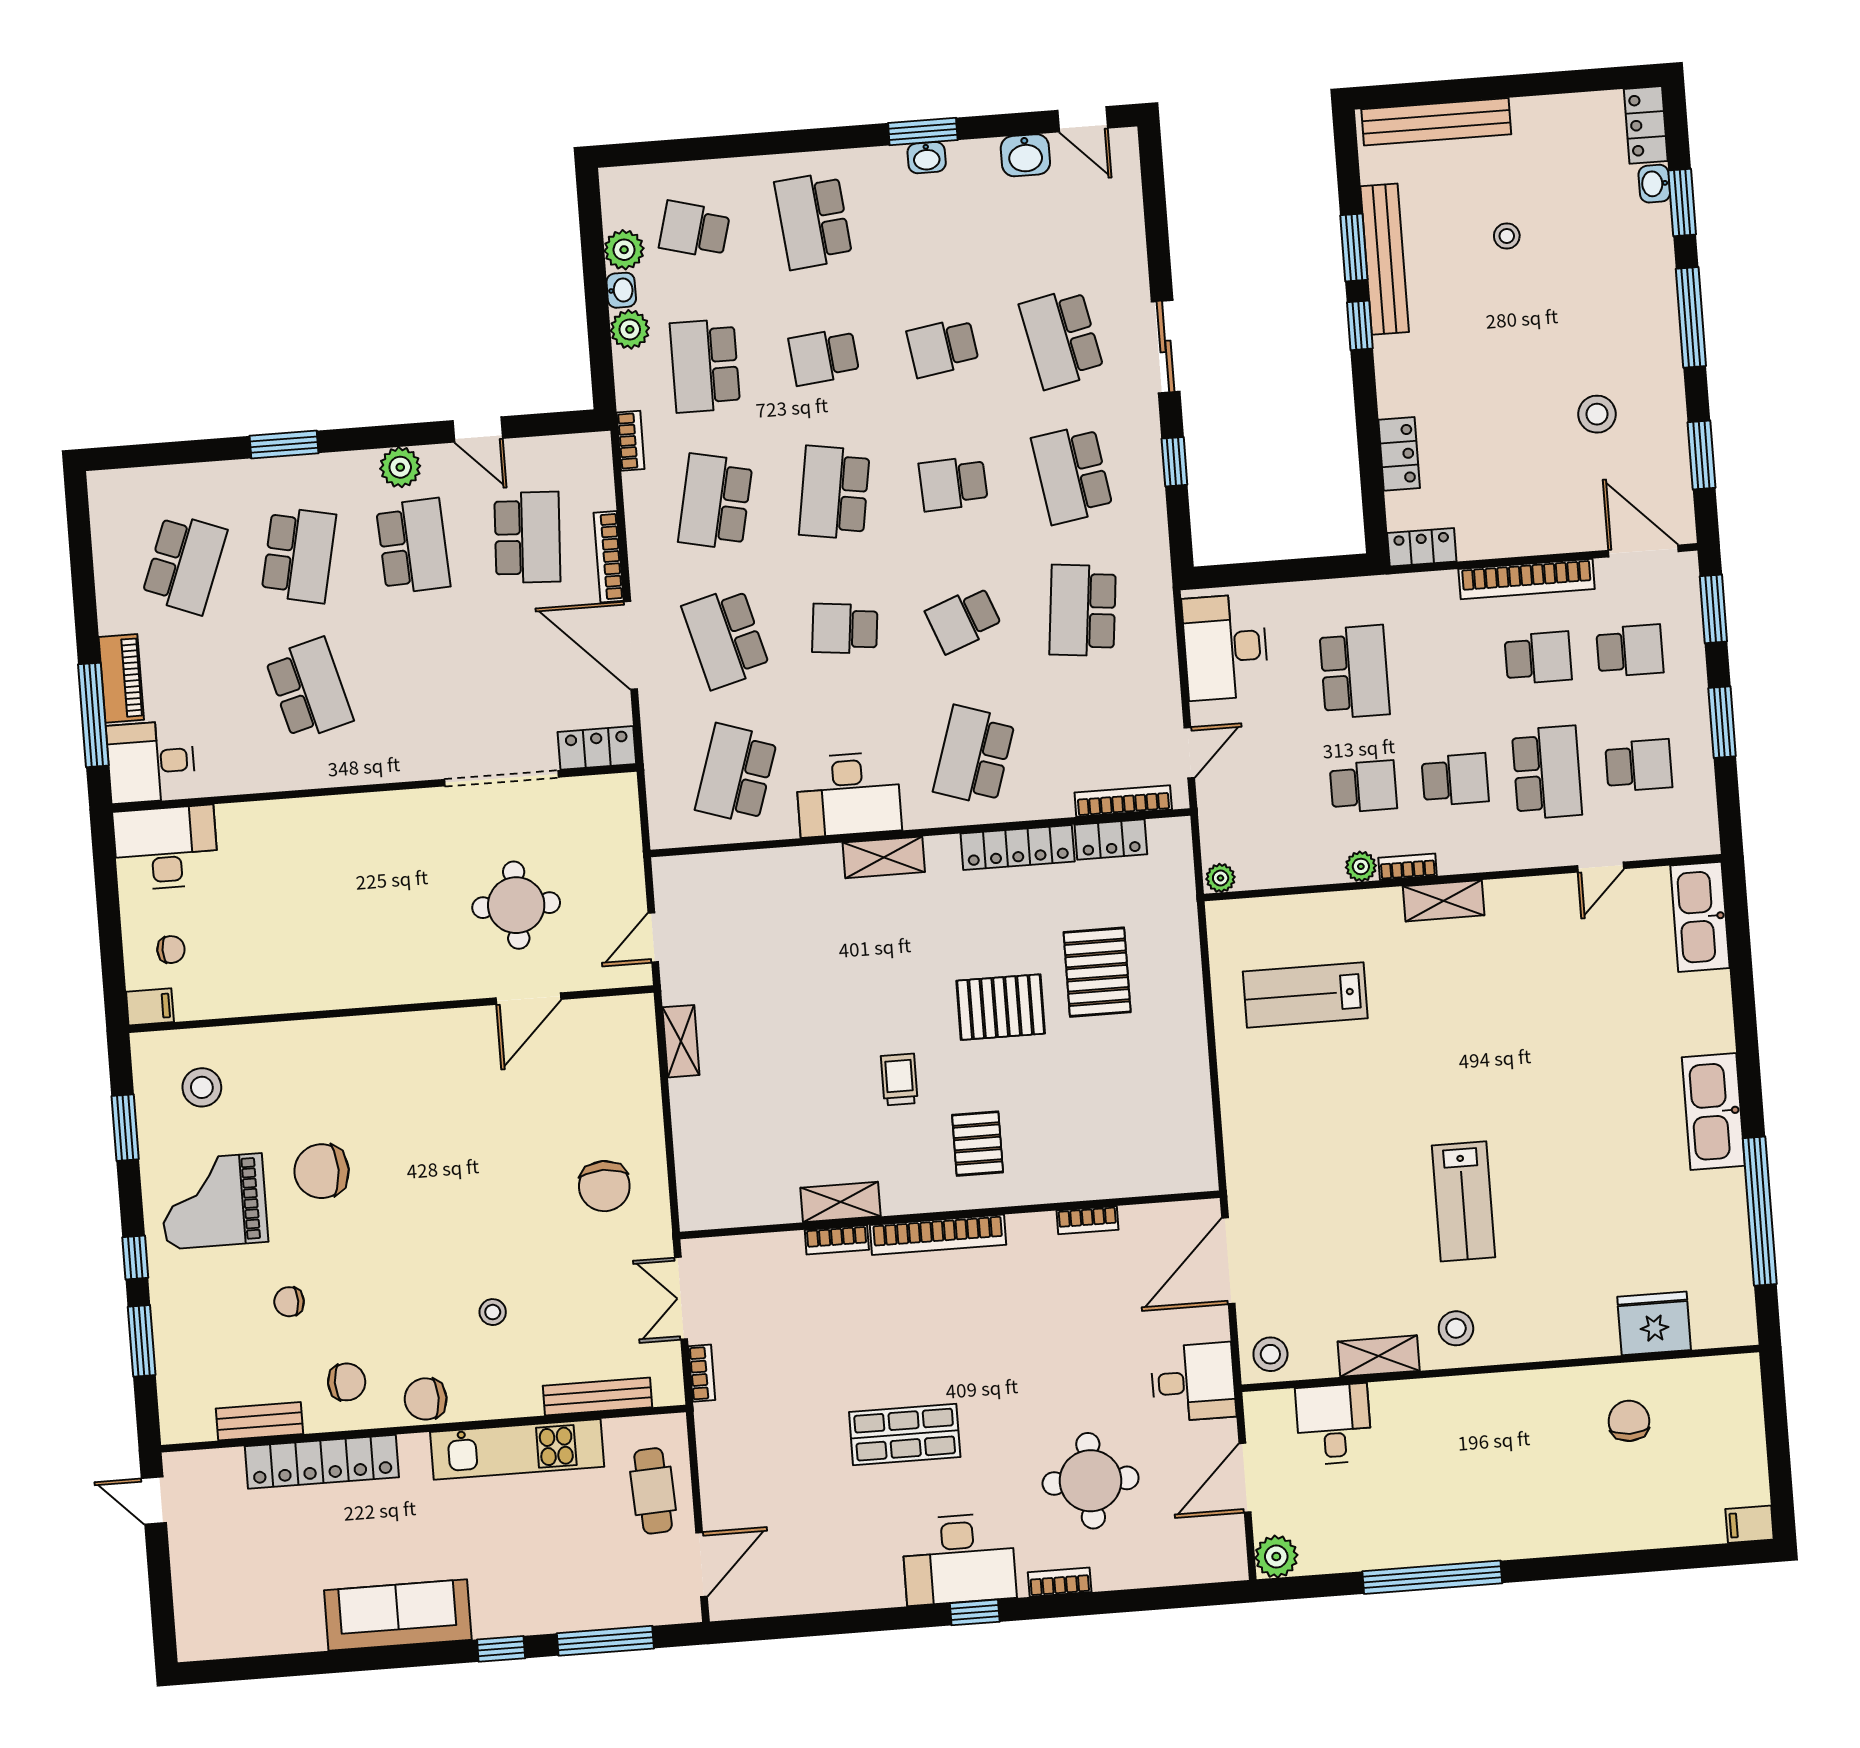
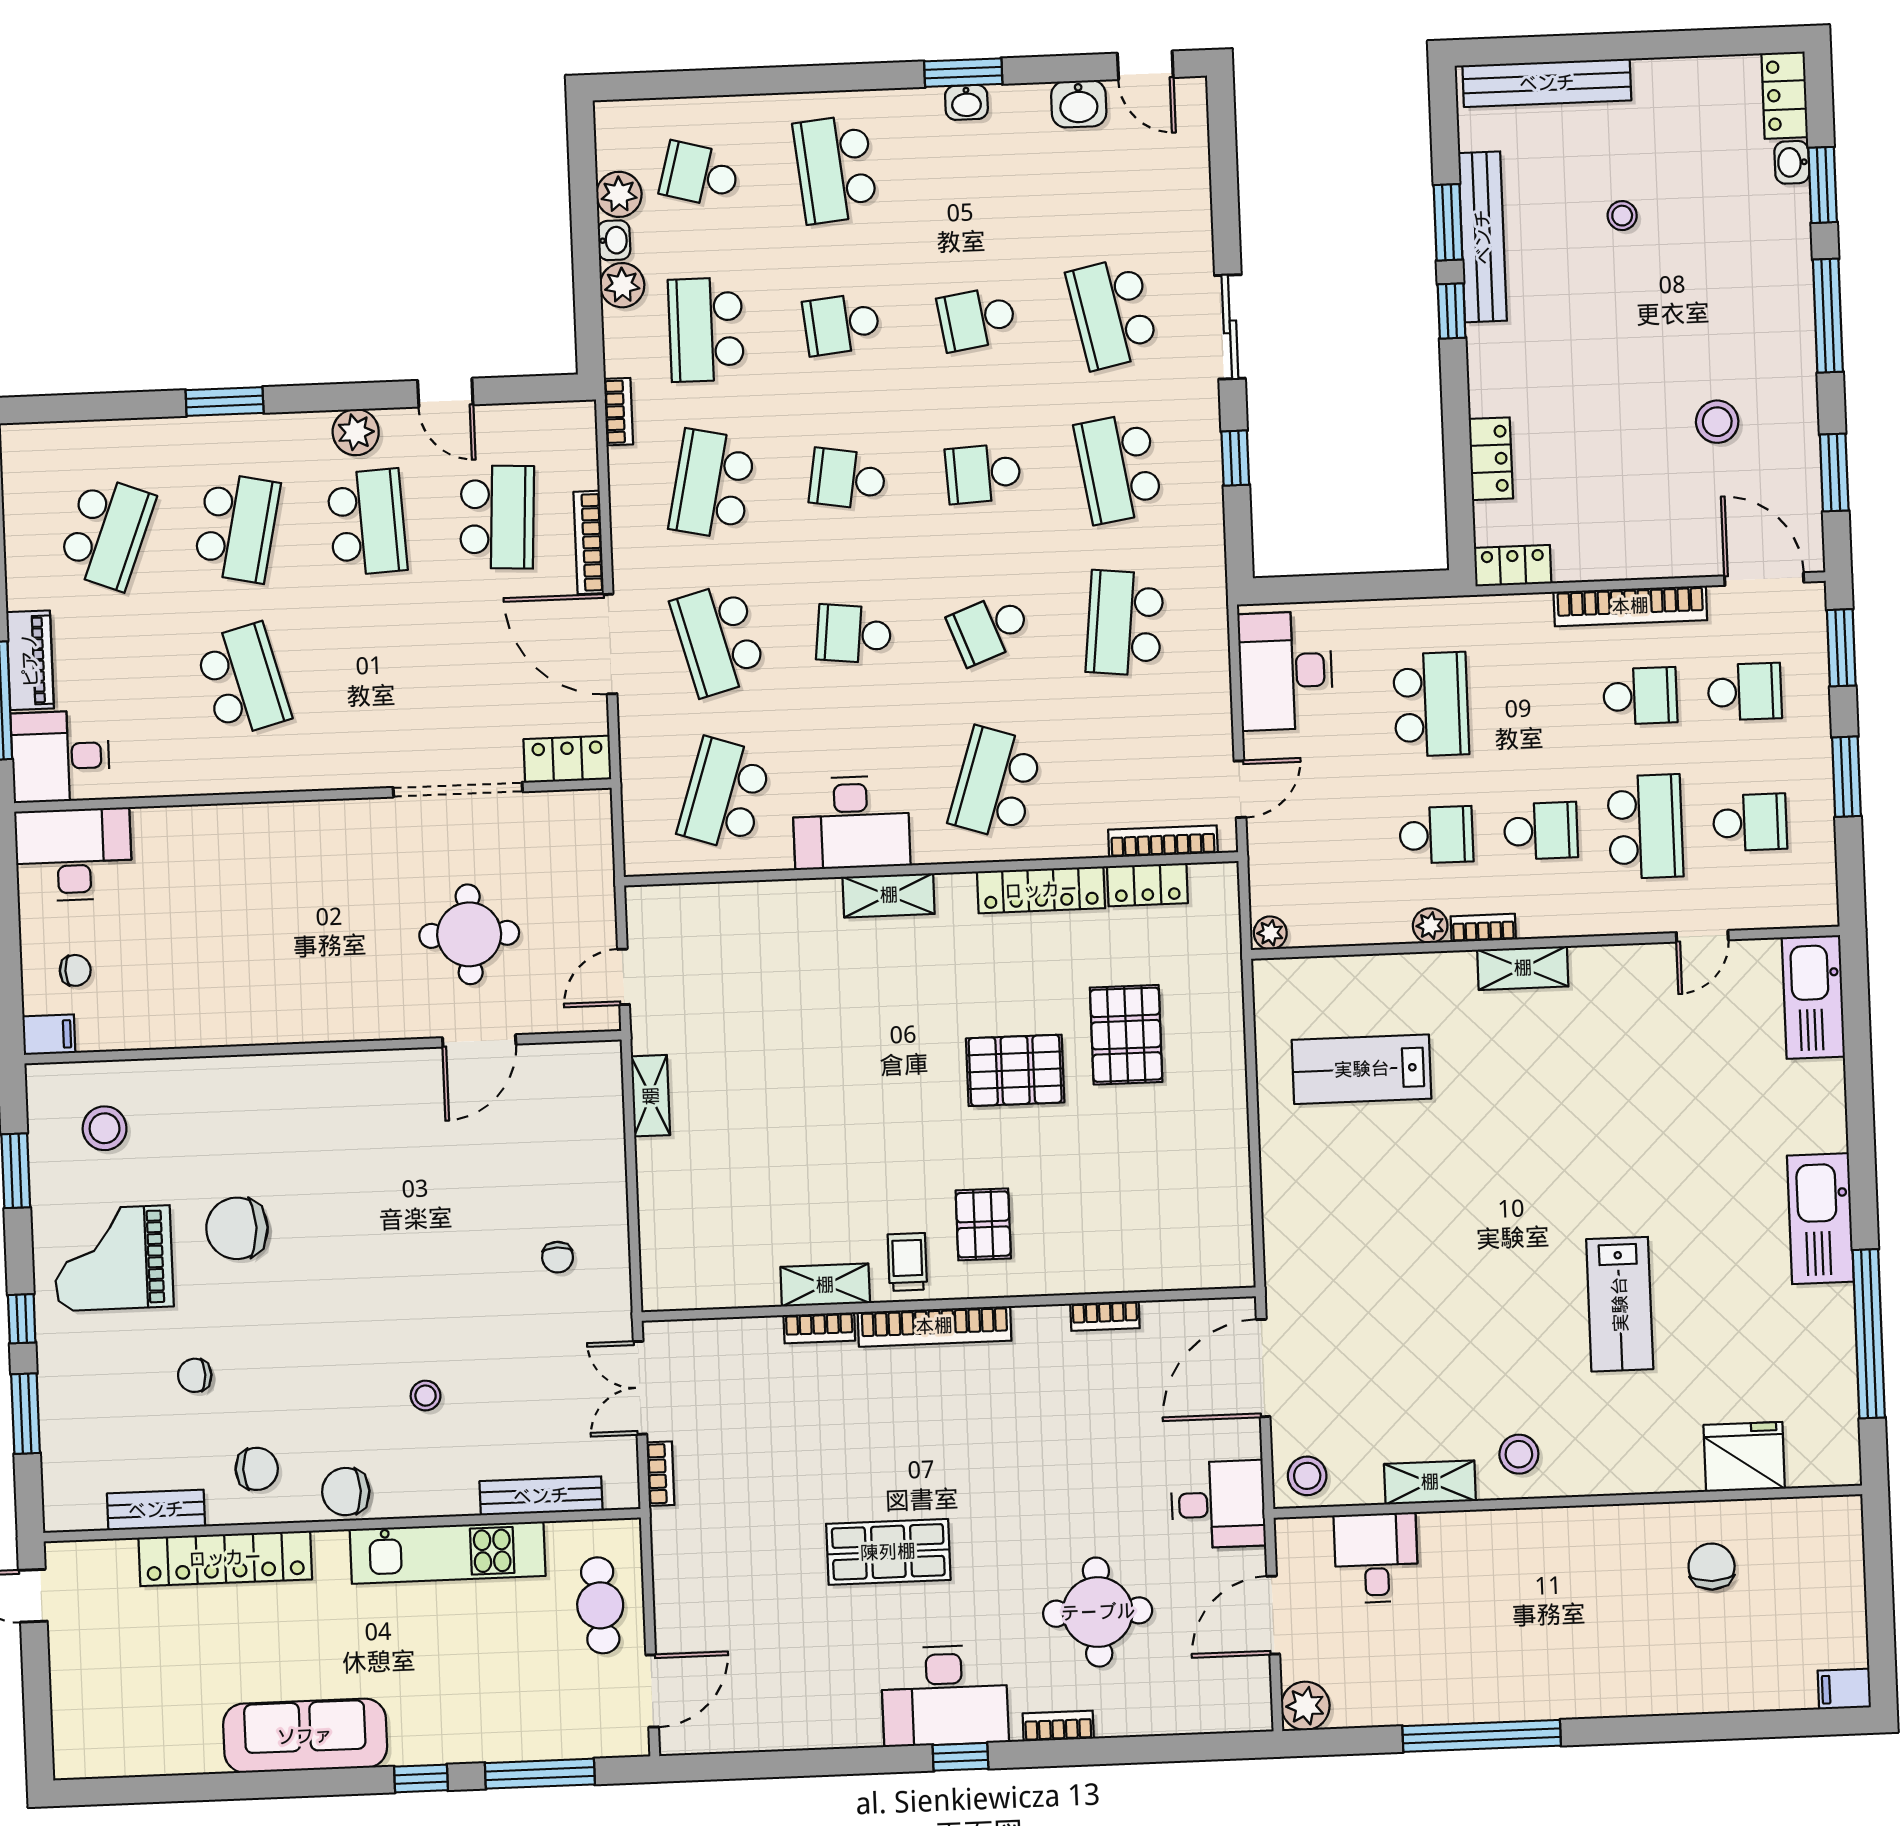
school desk: (834, 493) -> (848, 479), width x0.54
trolley: (899, 1080) -> (907, 1262), moved
chair: (604, 1186) -> (558, 1257), width x0.54, depth x0.54
lab bench: (1464, 1201) -> (1620, 1304), moved

